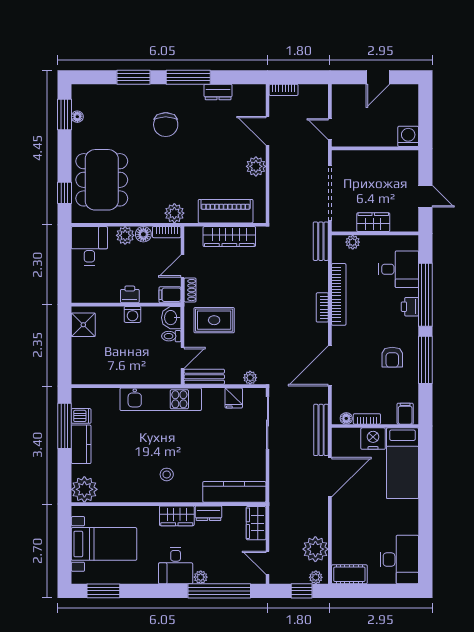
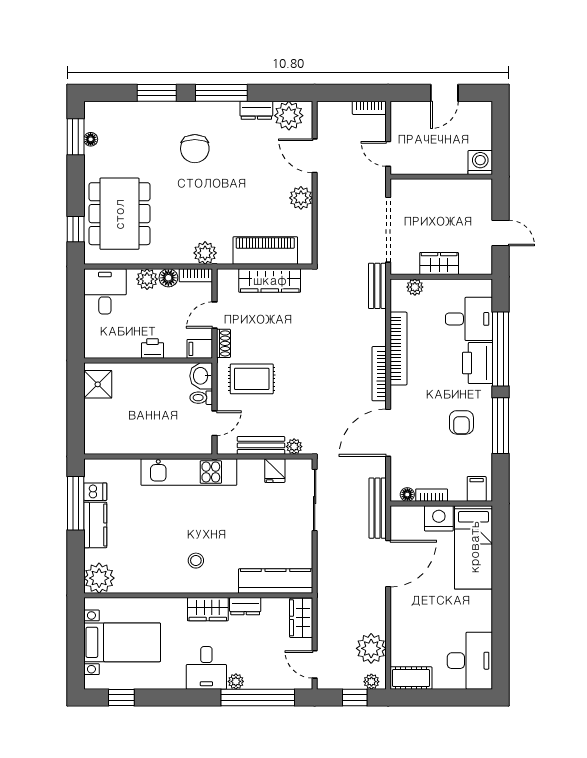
bookcase: (284, 90) -> (369, 108), moved
plant: (246, 96) -> (289, 116), added
bookcase: (322, 307) -> (379, 374), width x1.56
printer: (410, 307) -> (477, 363), width x1.87, depth x1.48
washing machine: (132, 314) -> (156, 372), removed
bench: (204, 377) -> (261, 445), moved
window: (103, 591) -> (121, 698), width x0.67

